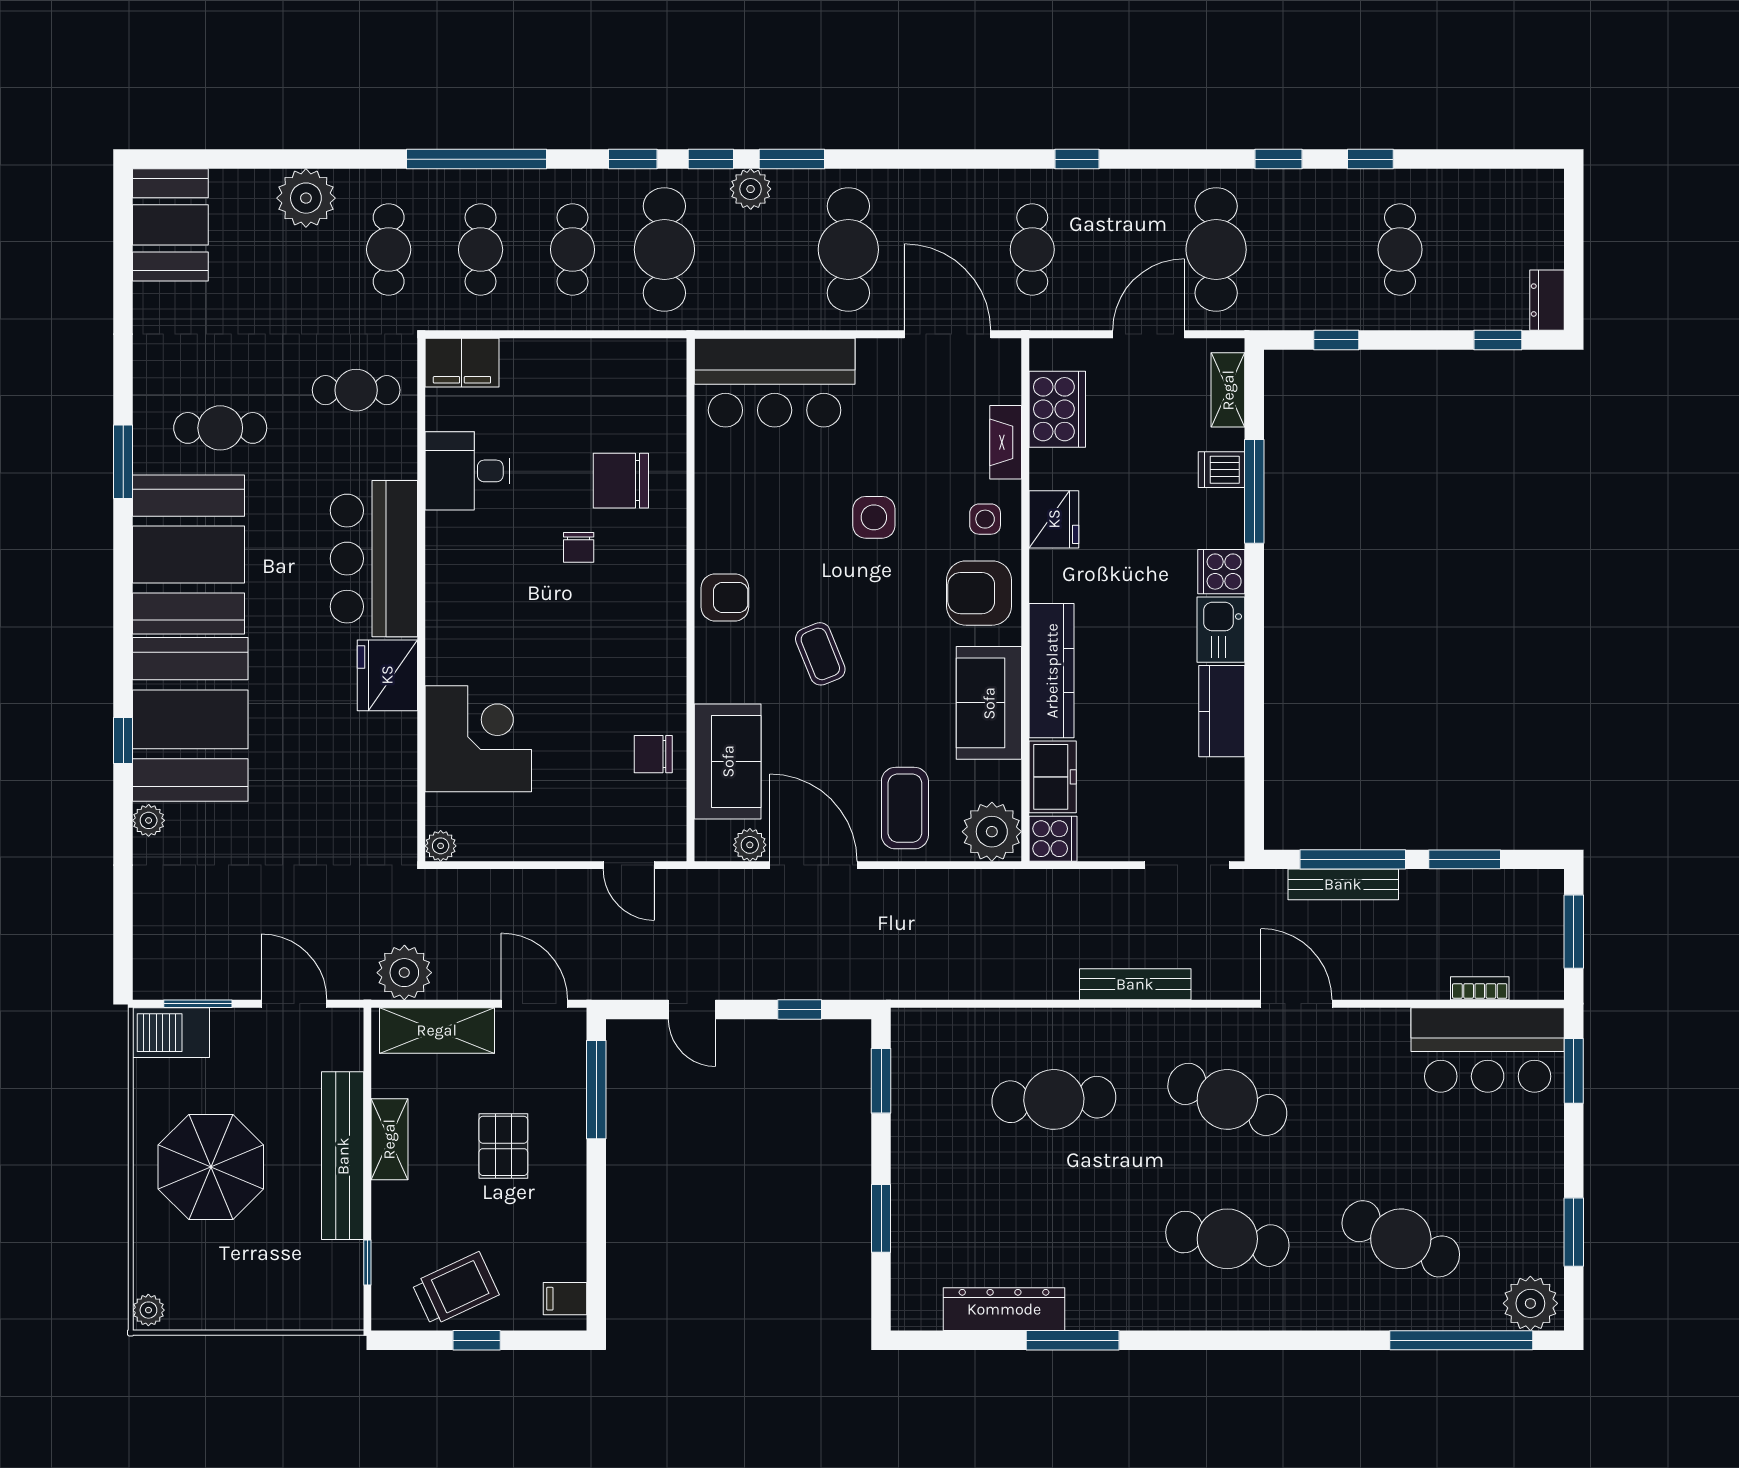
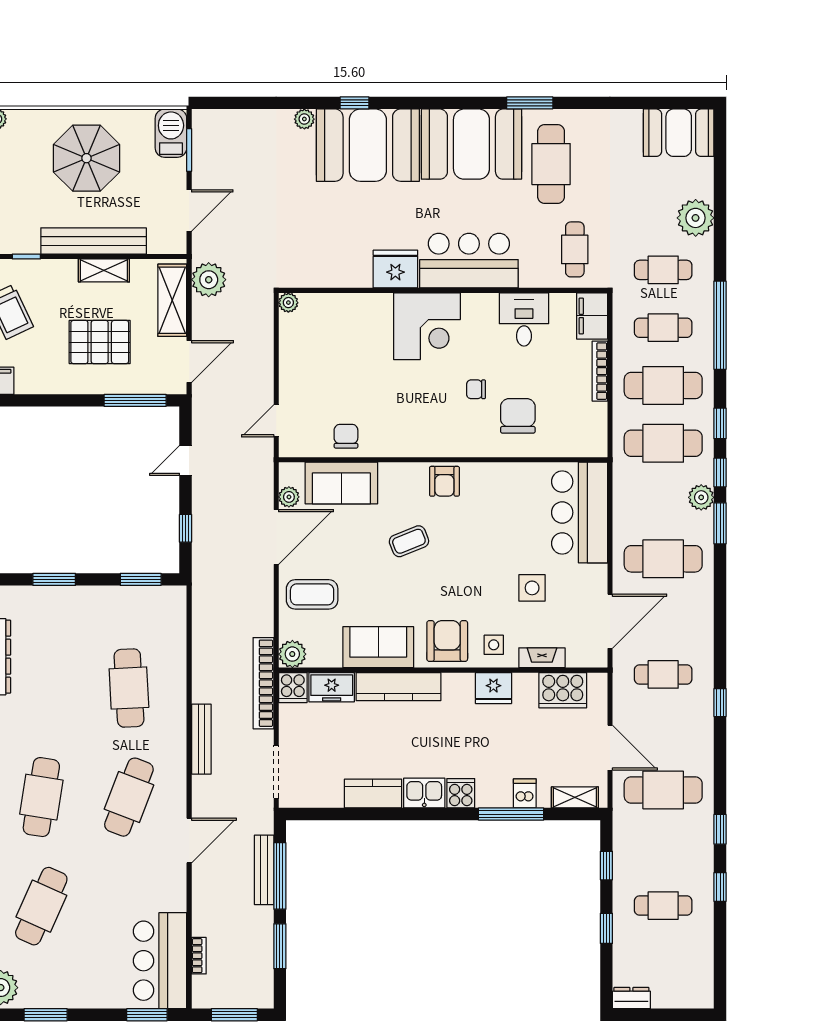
cafe table: (573, 250) -> (663, 385), width x1.37, depth x1.35
window: (1498, 340) -> (606, 928), moved
bookcase: (550, 350) -> (600, 371), added
cafe table: (220, 428) -> (551, 164), width x1.37, depth x1.35
side table: (874, 517) -> (532, 588), moved
corner desk: (478, 739) -> (427, 326), moved
plant: (992, 832) -> (292, 654), width x0.73, depth x0.73
bookcase: (1046, 885) -> (263, 683), added
pallet: (503, 1146) -> (100, 342), width x1.50, depth x1.42

